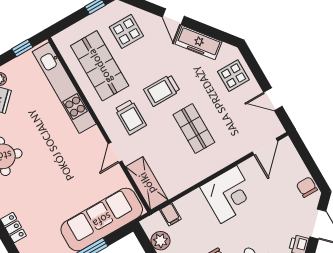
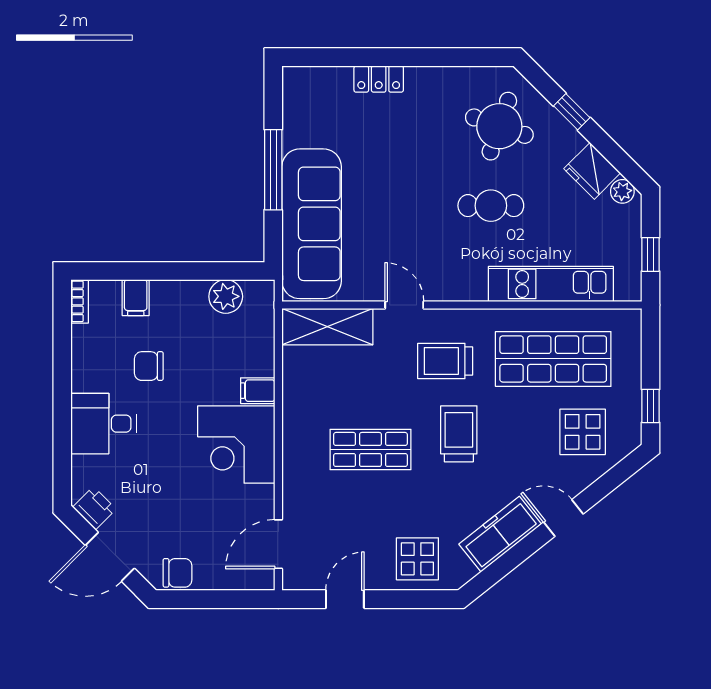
kitchen unit: (64, 88) -> (551, 284), width x0.73
cafe table: (43, 138) -> (491, 206), added
door: (265, 147) -> (278, 544), hinge flipped
filing cabinet: (170, 214) -> (258, 391), moved

